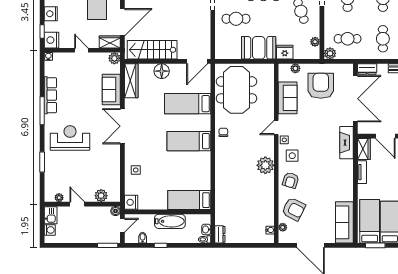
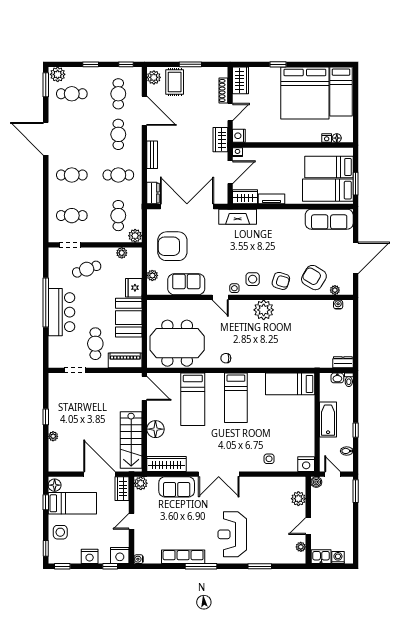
piano: (221, 45) -> (125, 360), added
bed: (189, 200) -> (290, 384), moved, turned 90
armchair: (294, 209) -> (314, 278), turned -86

